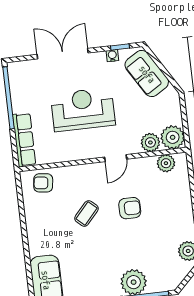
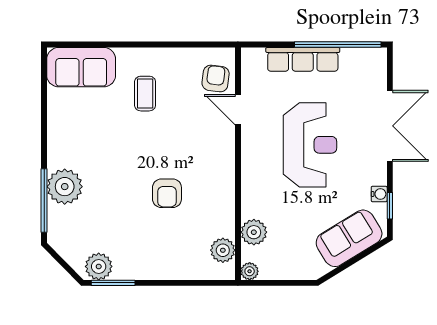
plant: (173, 137) -> (250, 271), width x0.53, depth x0.53
row of seats: (24, 140) -> (303, 59), moved
door: (116, 158) -> (238, 110), moved
coffee table: (87, 213) -> (145, 94), moved, turned 48

